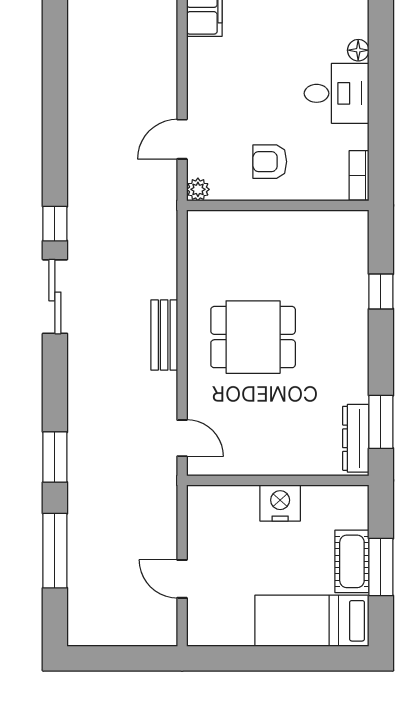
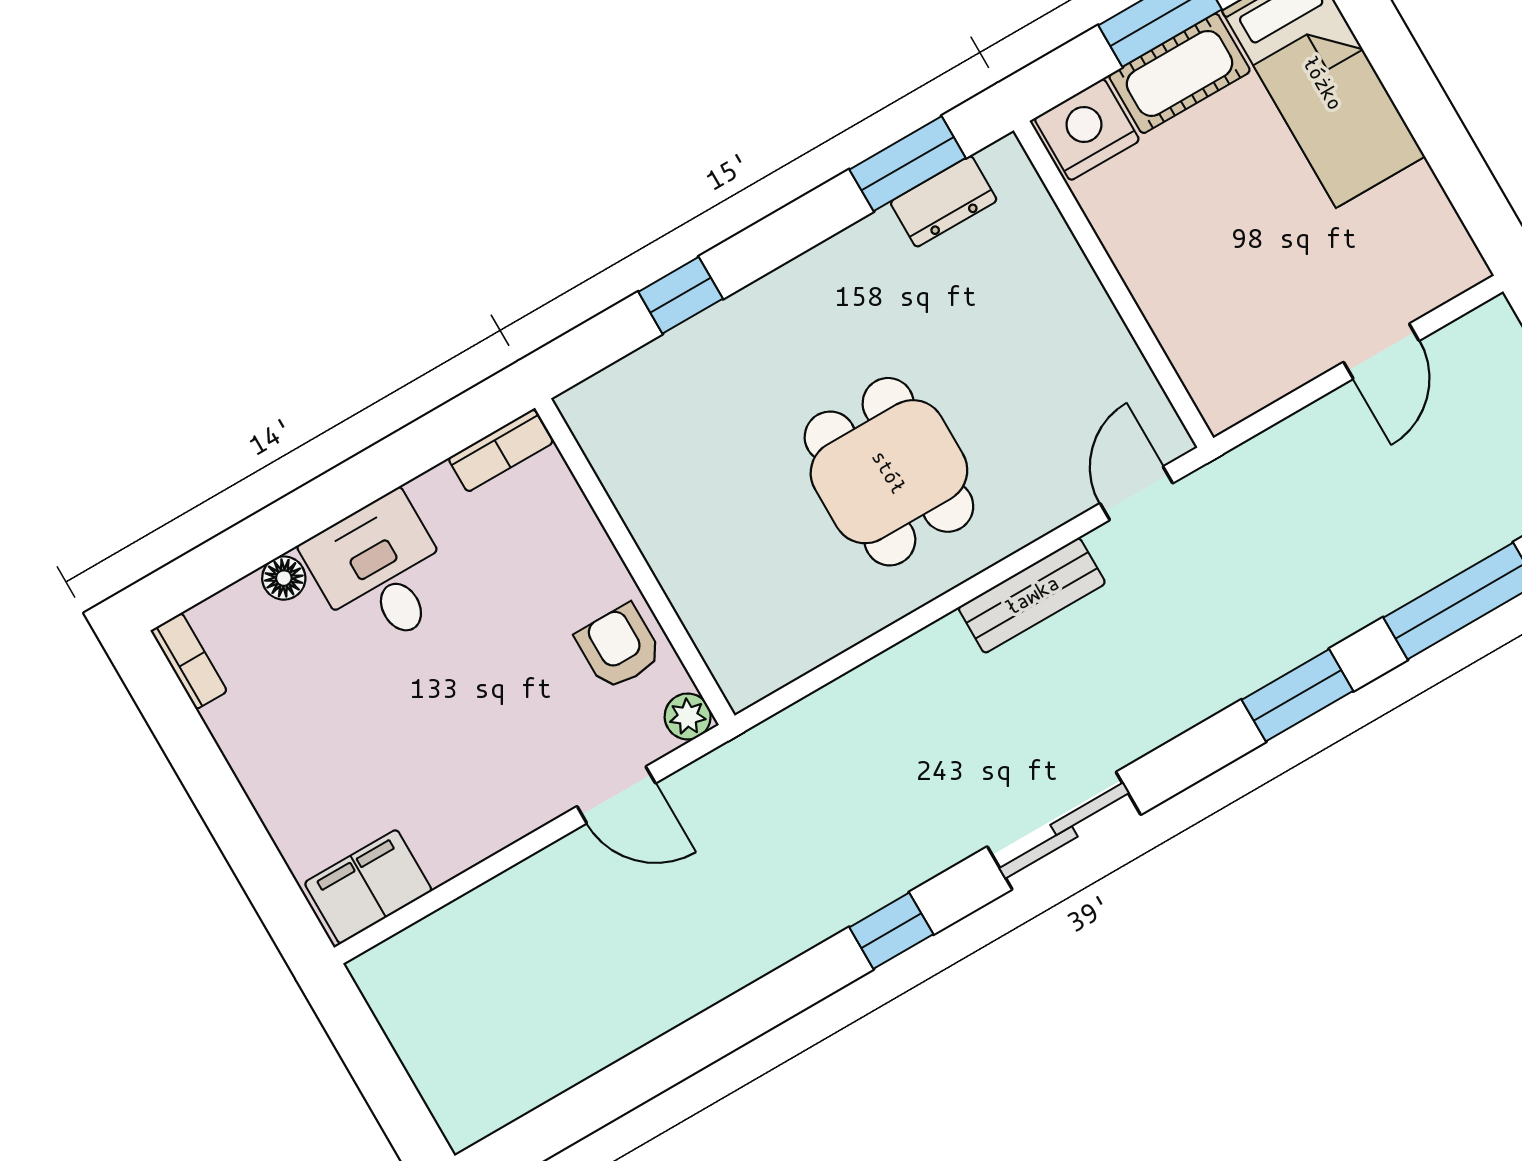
armchair: (270, 162) -> (619, 647), moved, turned 180
sliding door: (55, 297) -> (1064, 831), moved
bench: (164, 335) -> (1032, 595), moved
dresser: (356, 438) -> (944, 201), width x0.70
nightstand: (280, 503) -> (1087, 130), moved, turned 90

